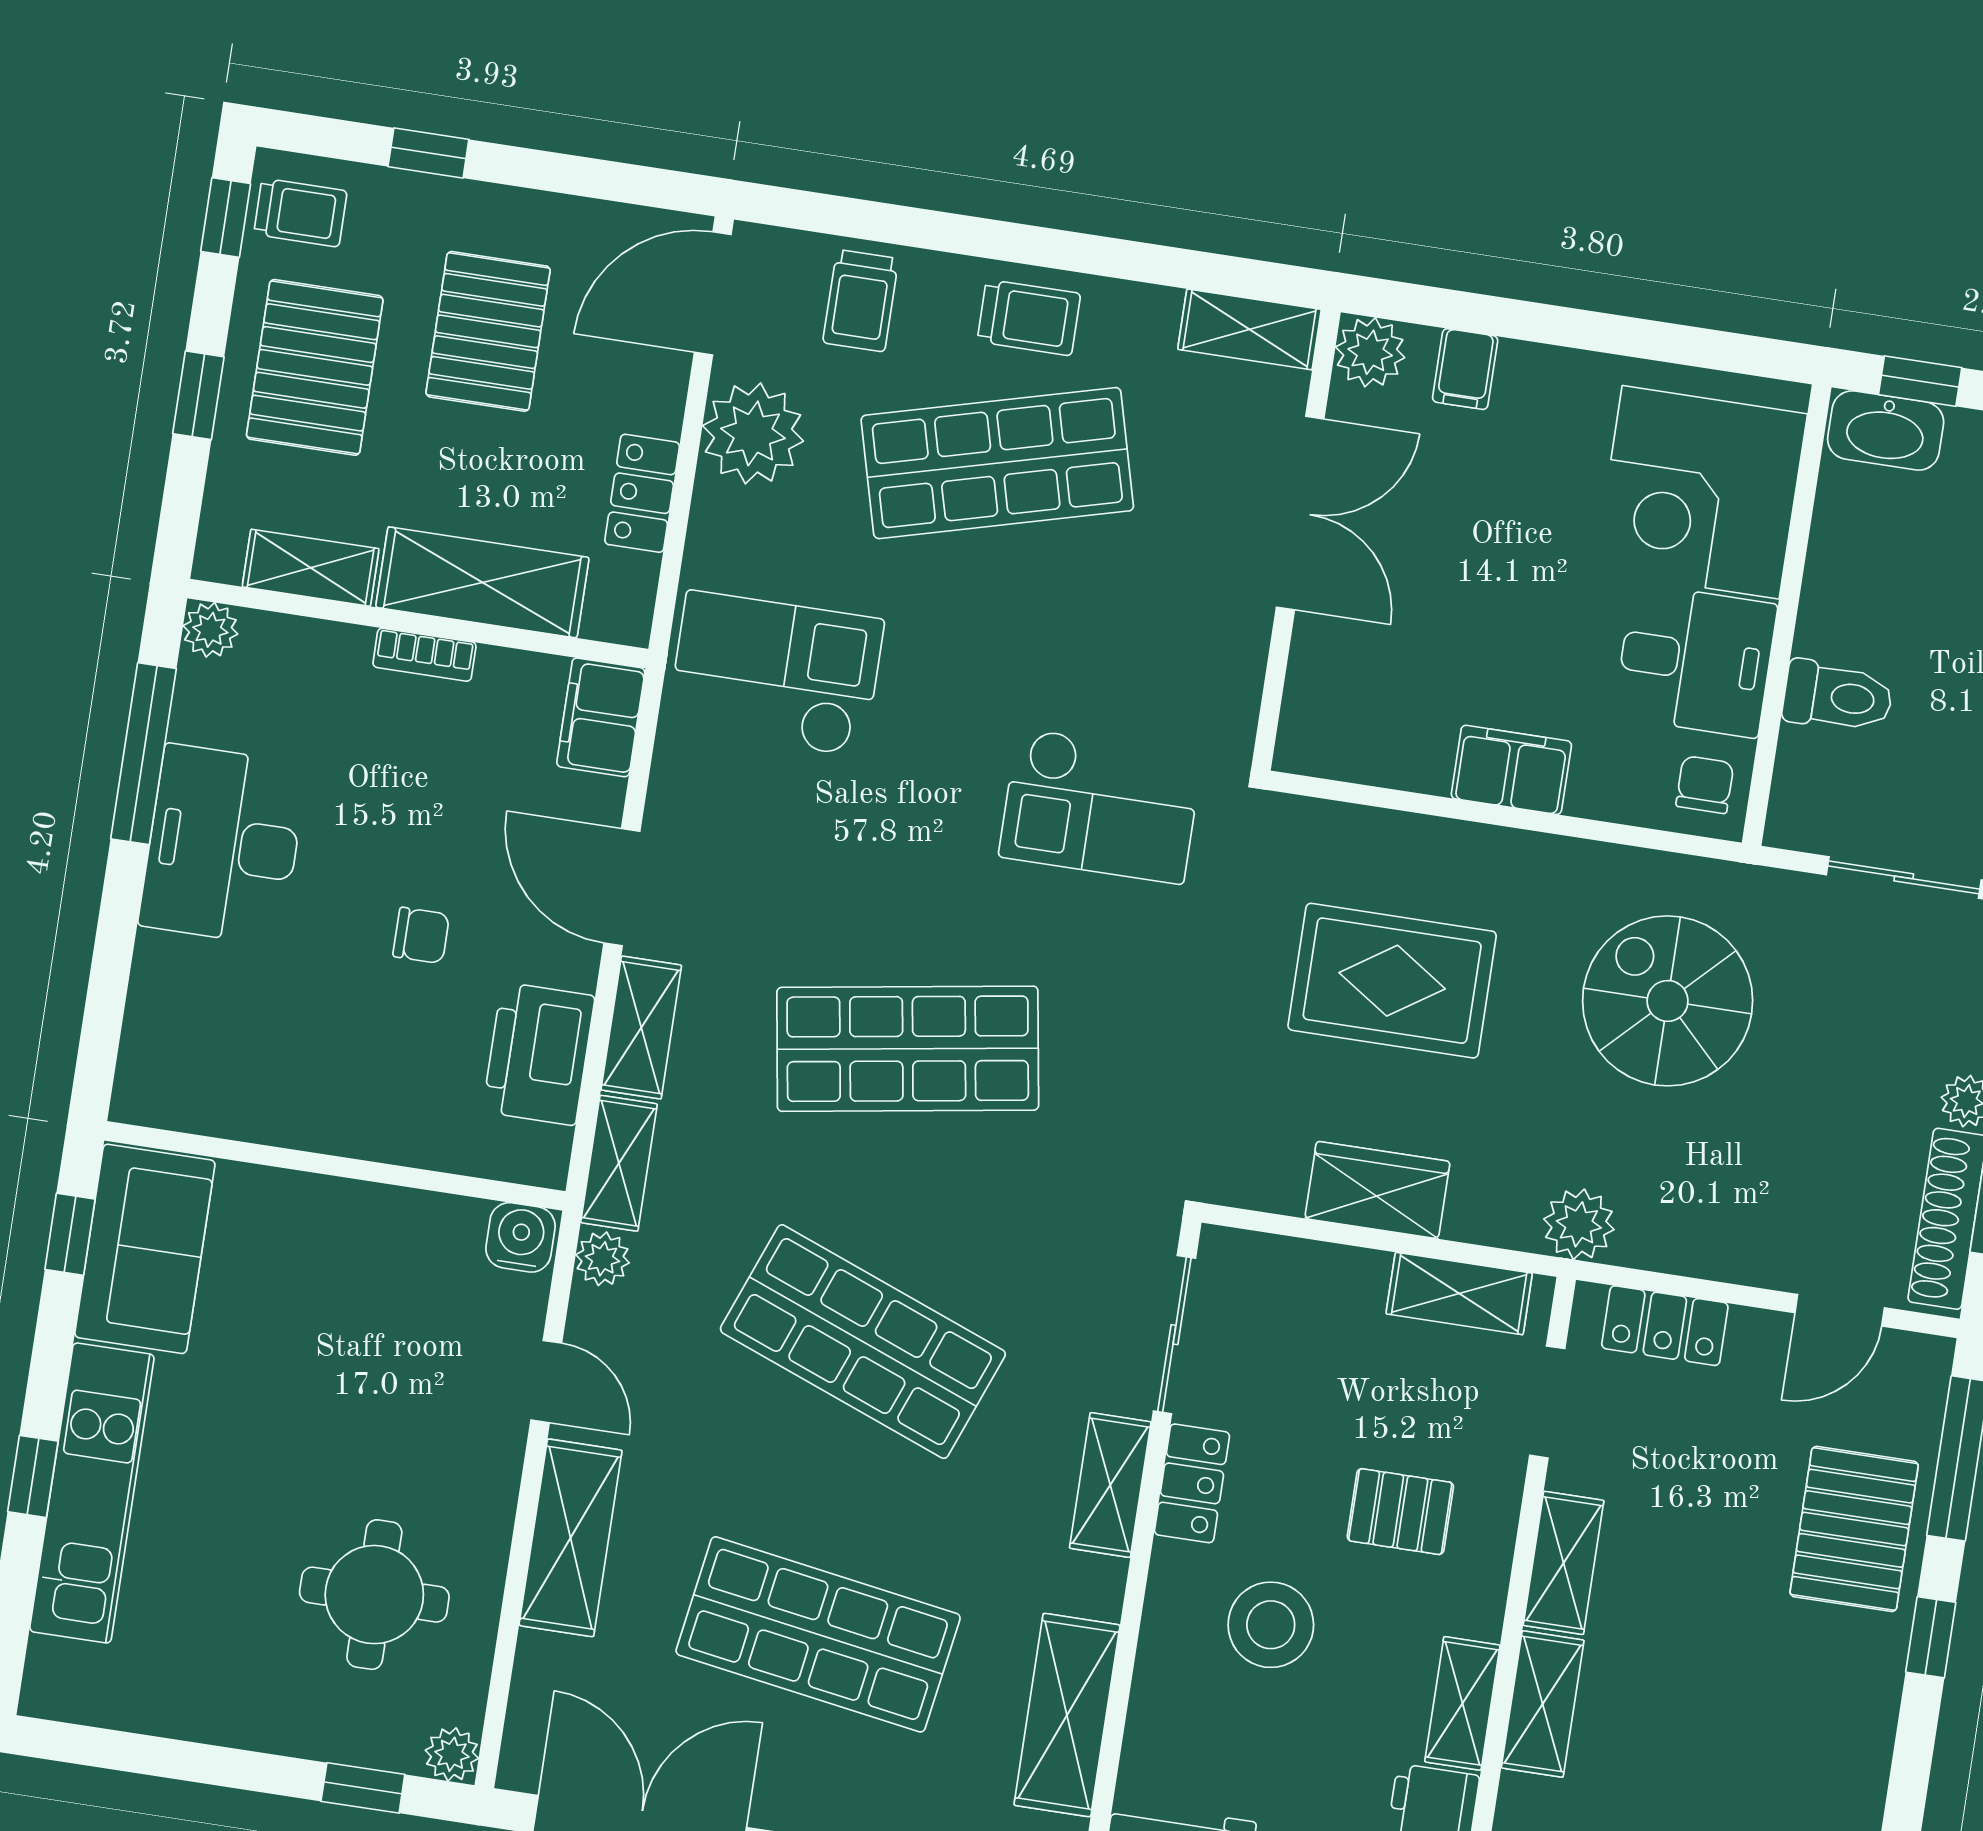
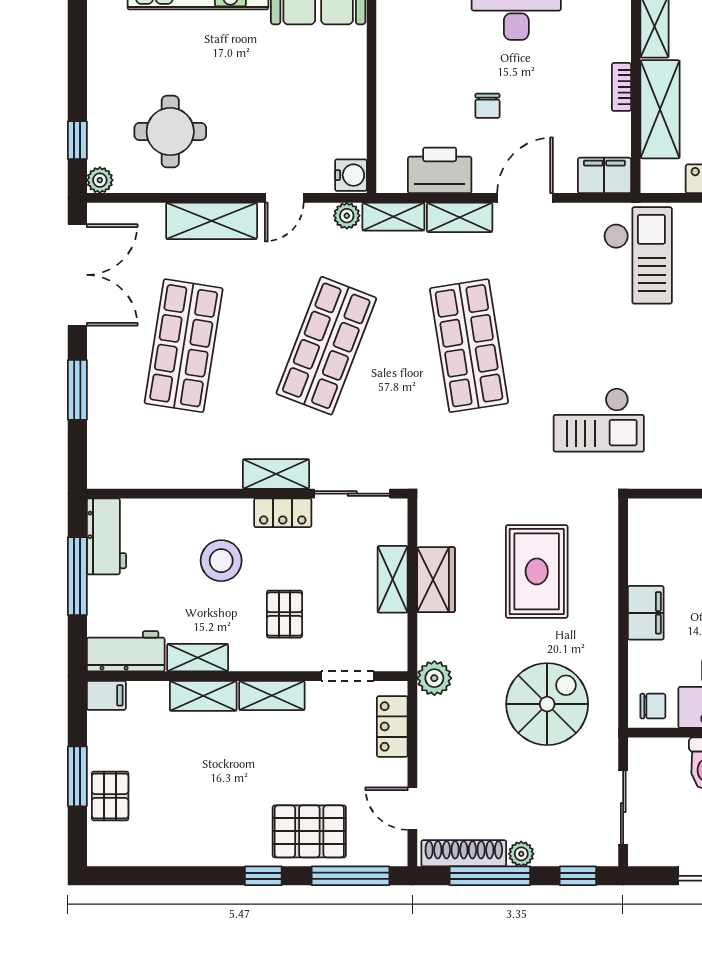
checkout: (1101, 806) -> (599, 420), turned -90
shelving: (1459, 1294) -> (393, 579), moved
shelving: (1067, 1715) -> (163, 470), removed

